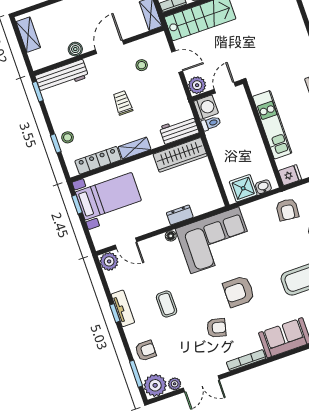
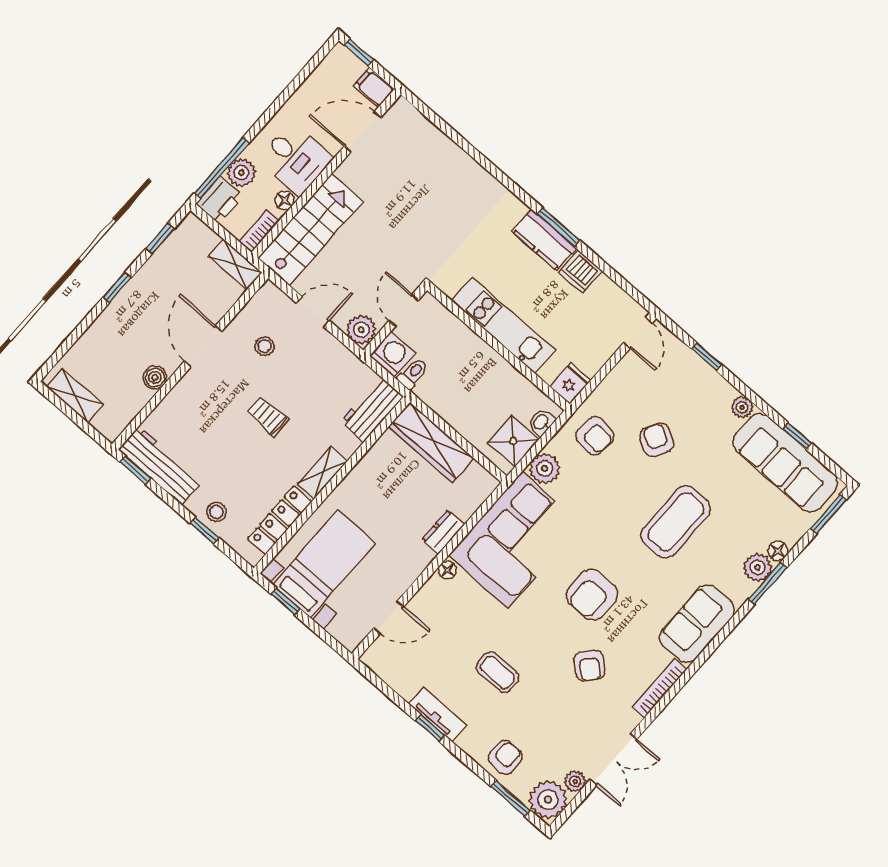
workbench: (62, 76) -> (160, 465), moved, turned -90
wardrobe: (180, 155) -> (431, 442), moved, turned 90
plant: (109, 261) -> (545, 468), moved
armchair: (216, 328) -> (589, 666), turned 117

